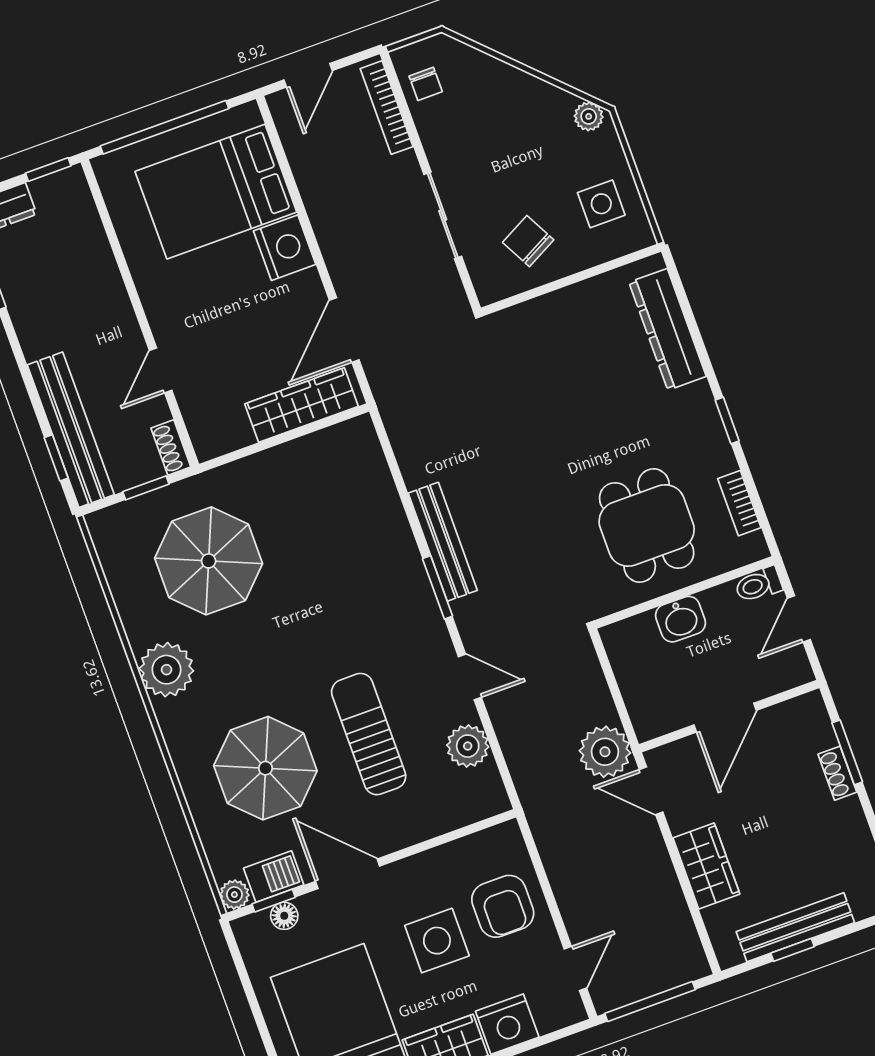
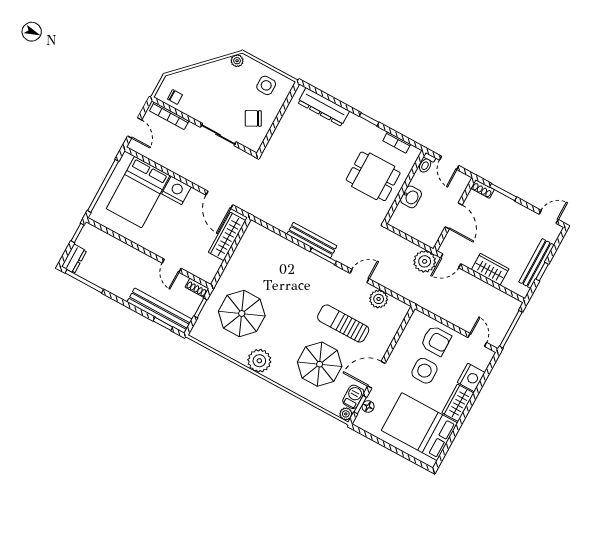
shoe rack: (837, 773) -> (483, 189), moved

